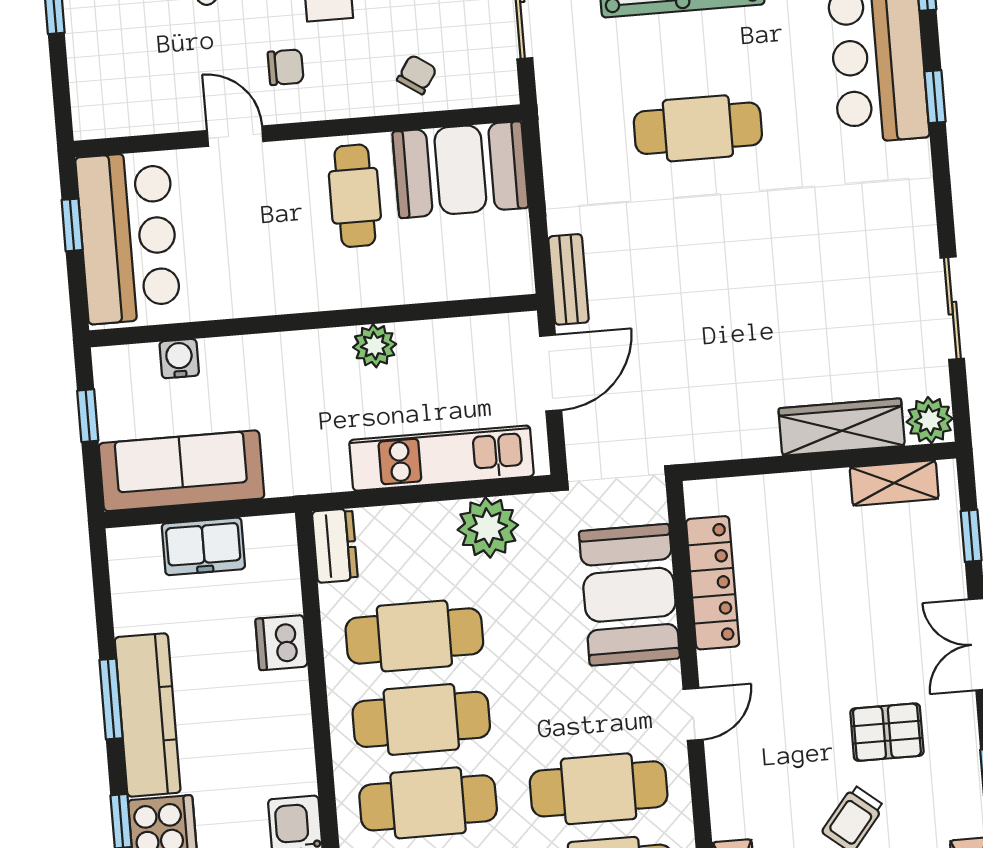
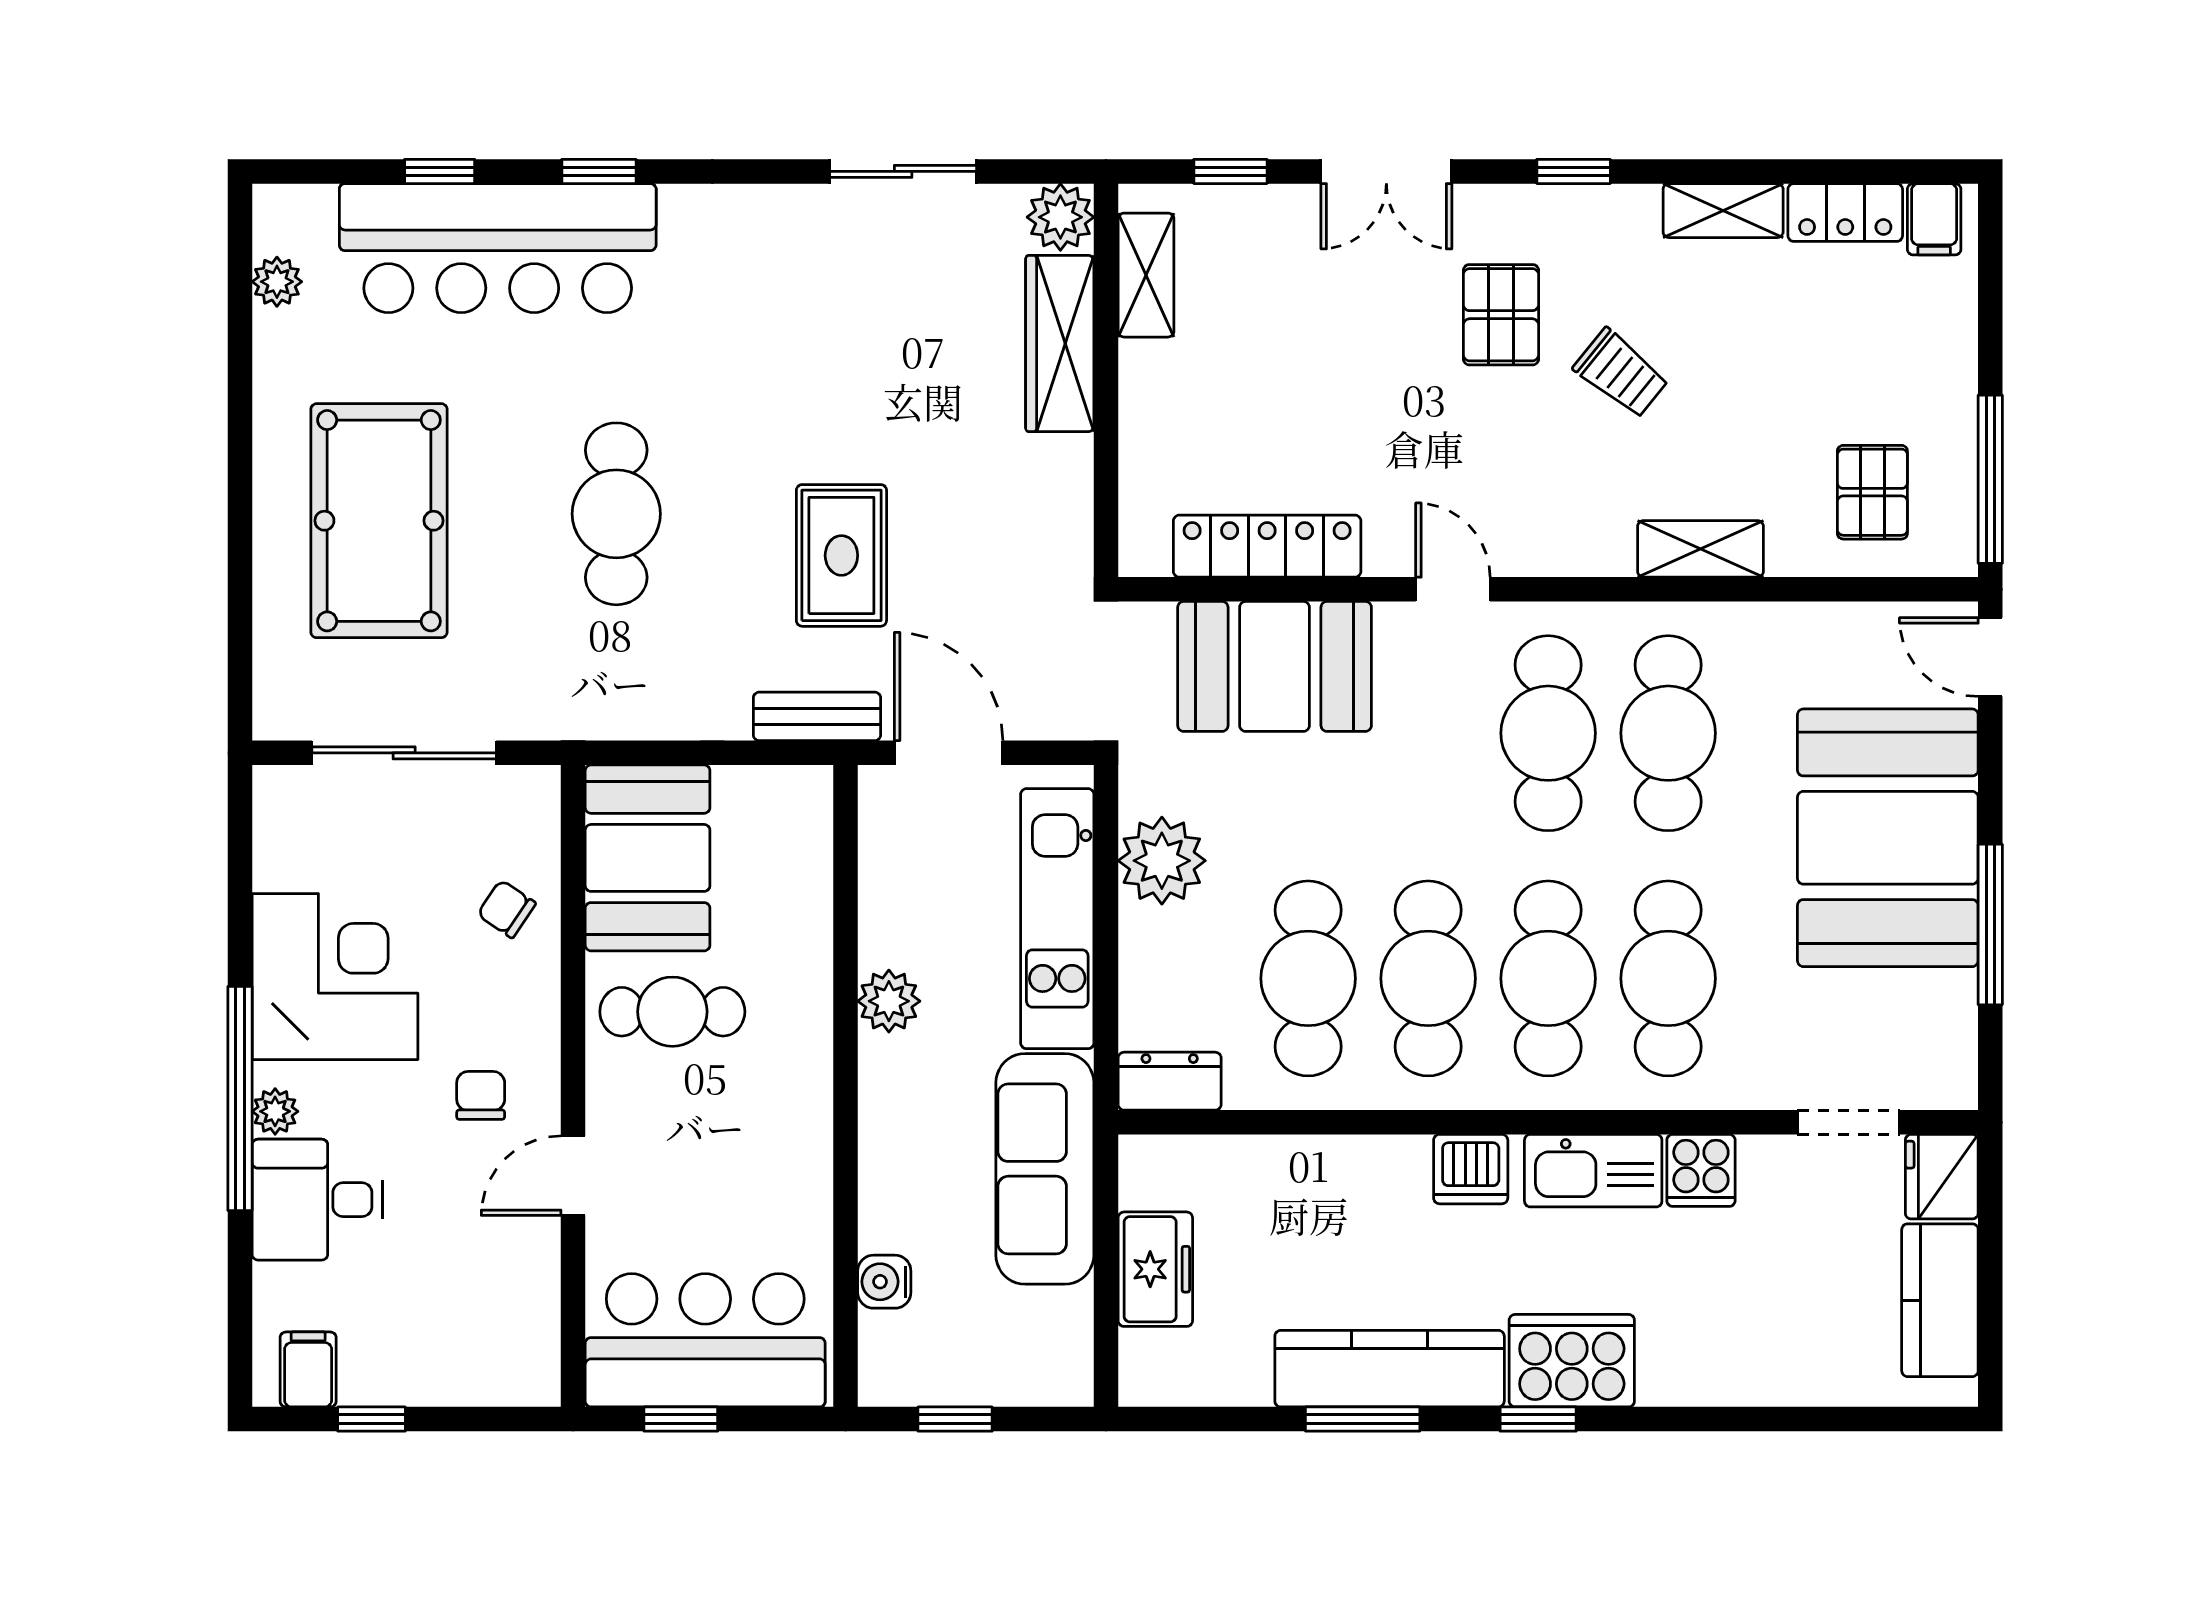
rug: (682, 287) -> (841, 555), added
sofa: (182, 471) -> (1045, 1169), moved
dishwasher: (281, 643) -> (1471, 1169), moved

